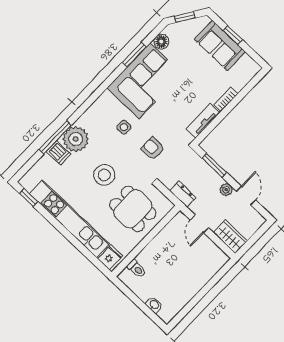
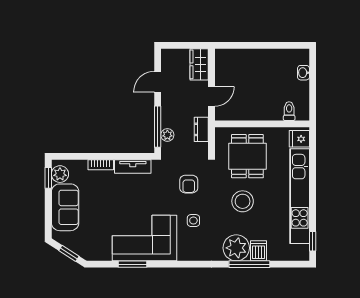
window: (233, 35) -> (48, 178), moved
floor lamp: (161, 42) -> (104, 253), removed
plant: (247, 64) -> (60, 174), added
window: (214, 165) -> (158, 127), width x1.44
plant: (226, 190) -> (167, 135), moved

